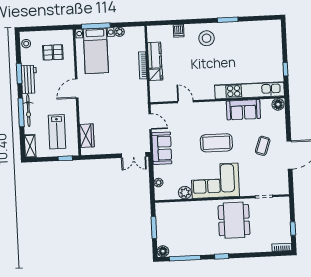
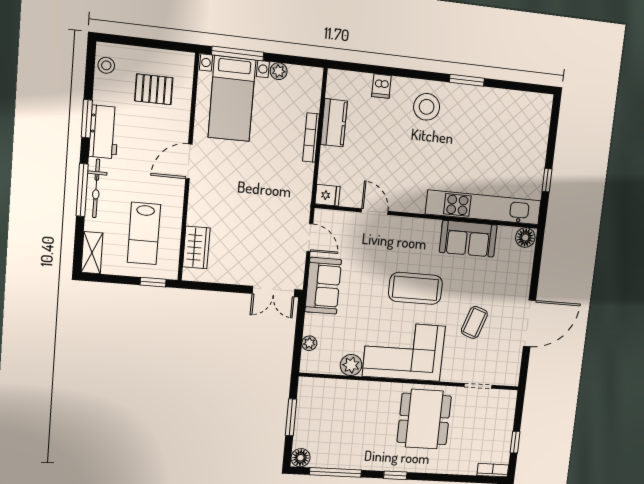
fridge: (156, 75) -> (327, 195), moved
coffee table: (263, 146) -> (474, 322), moved

